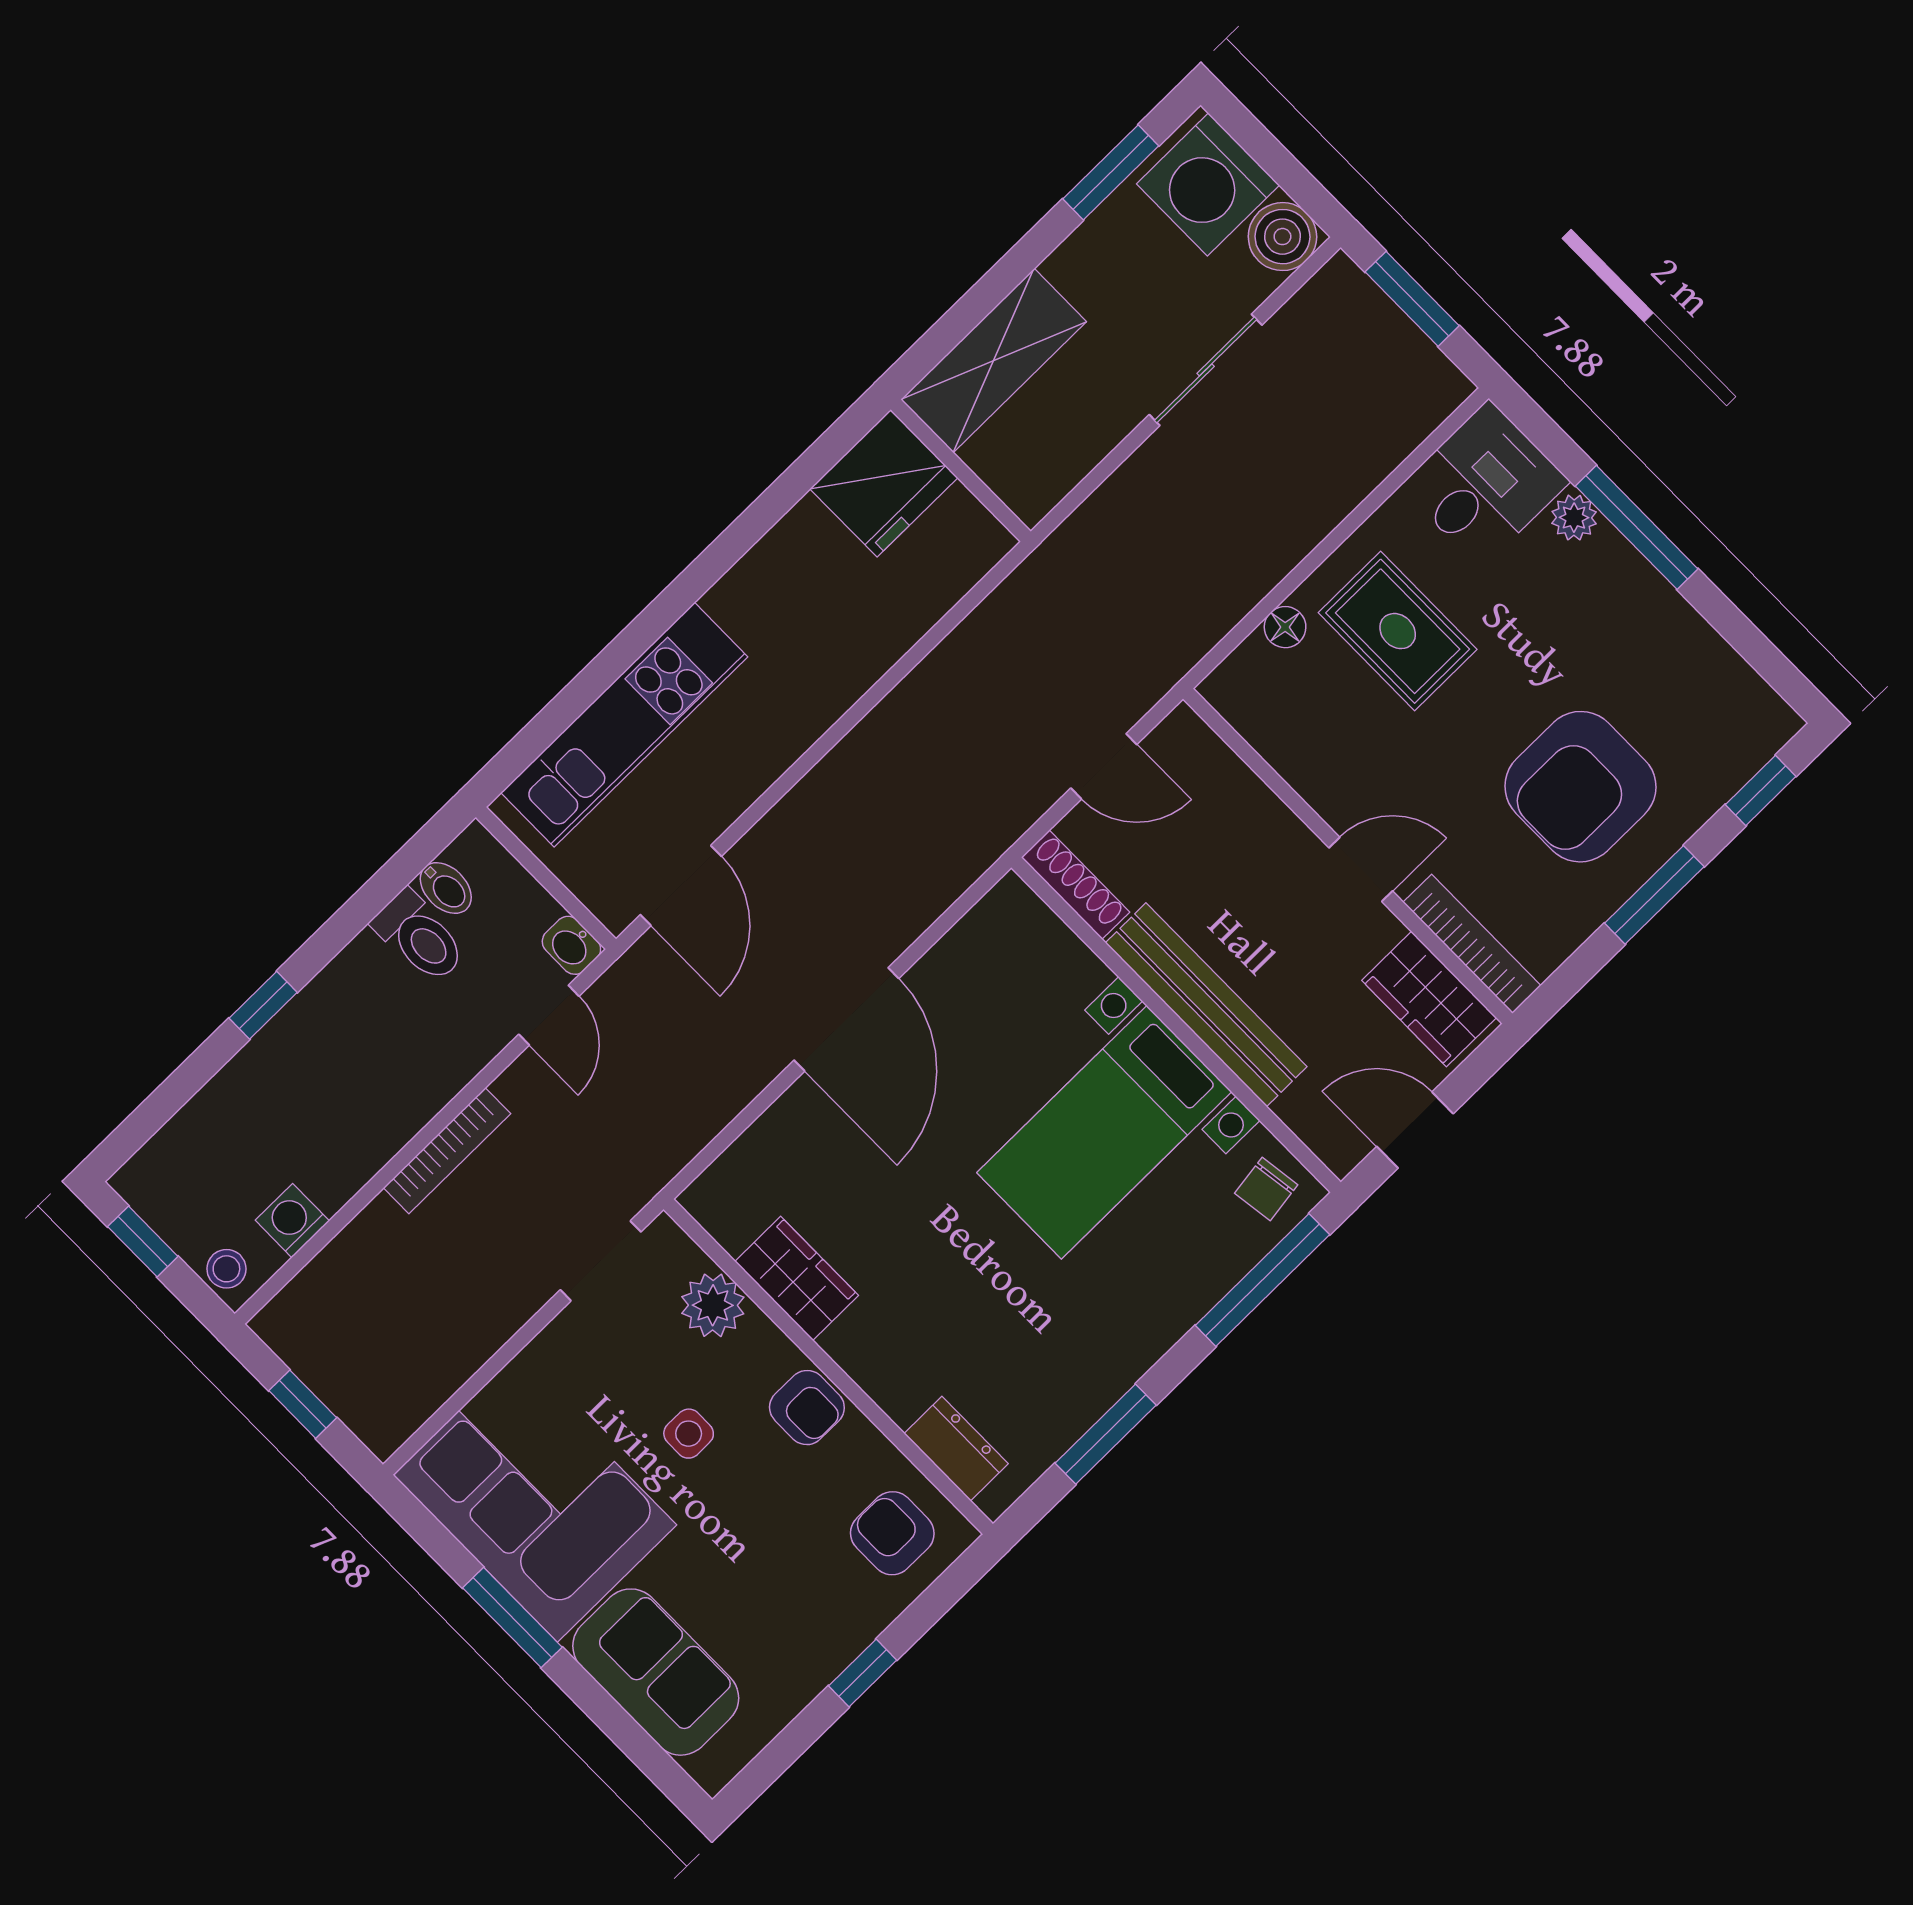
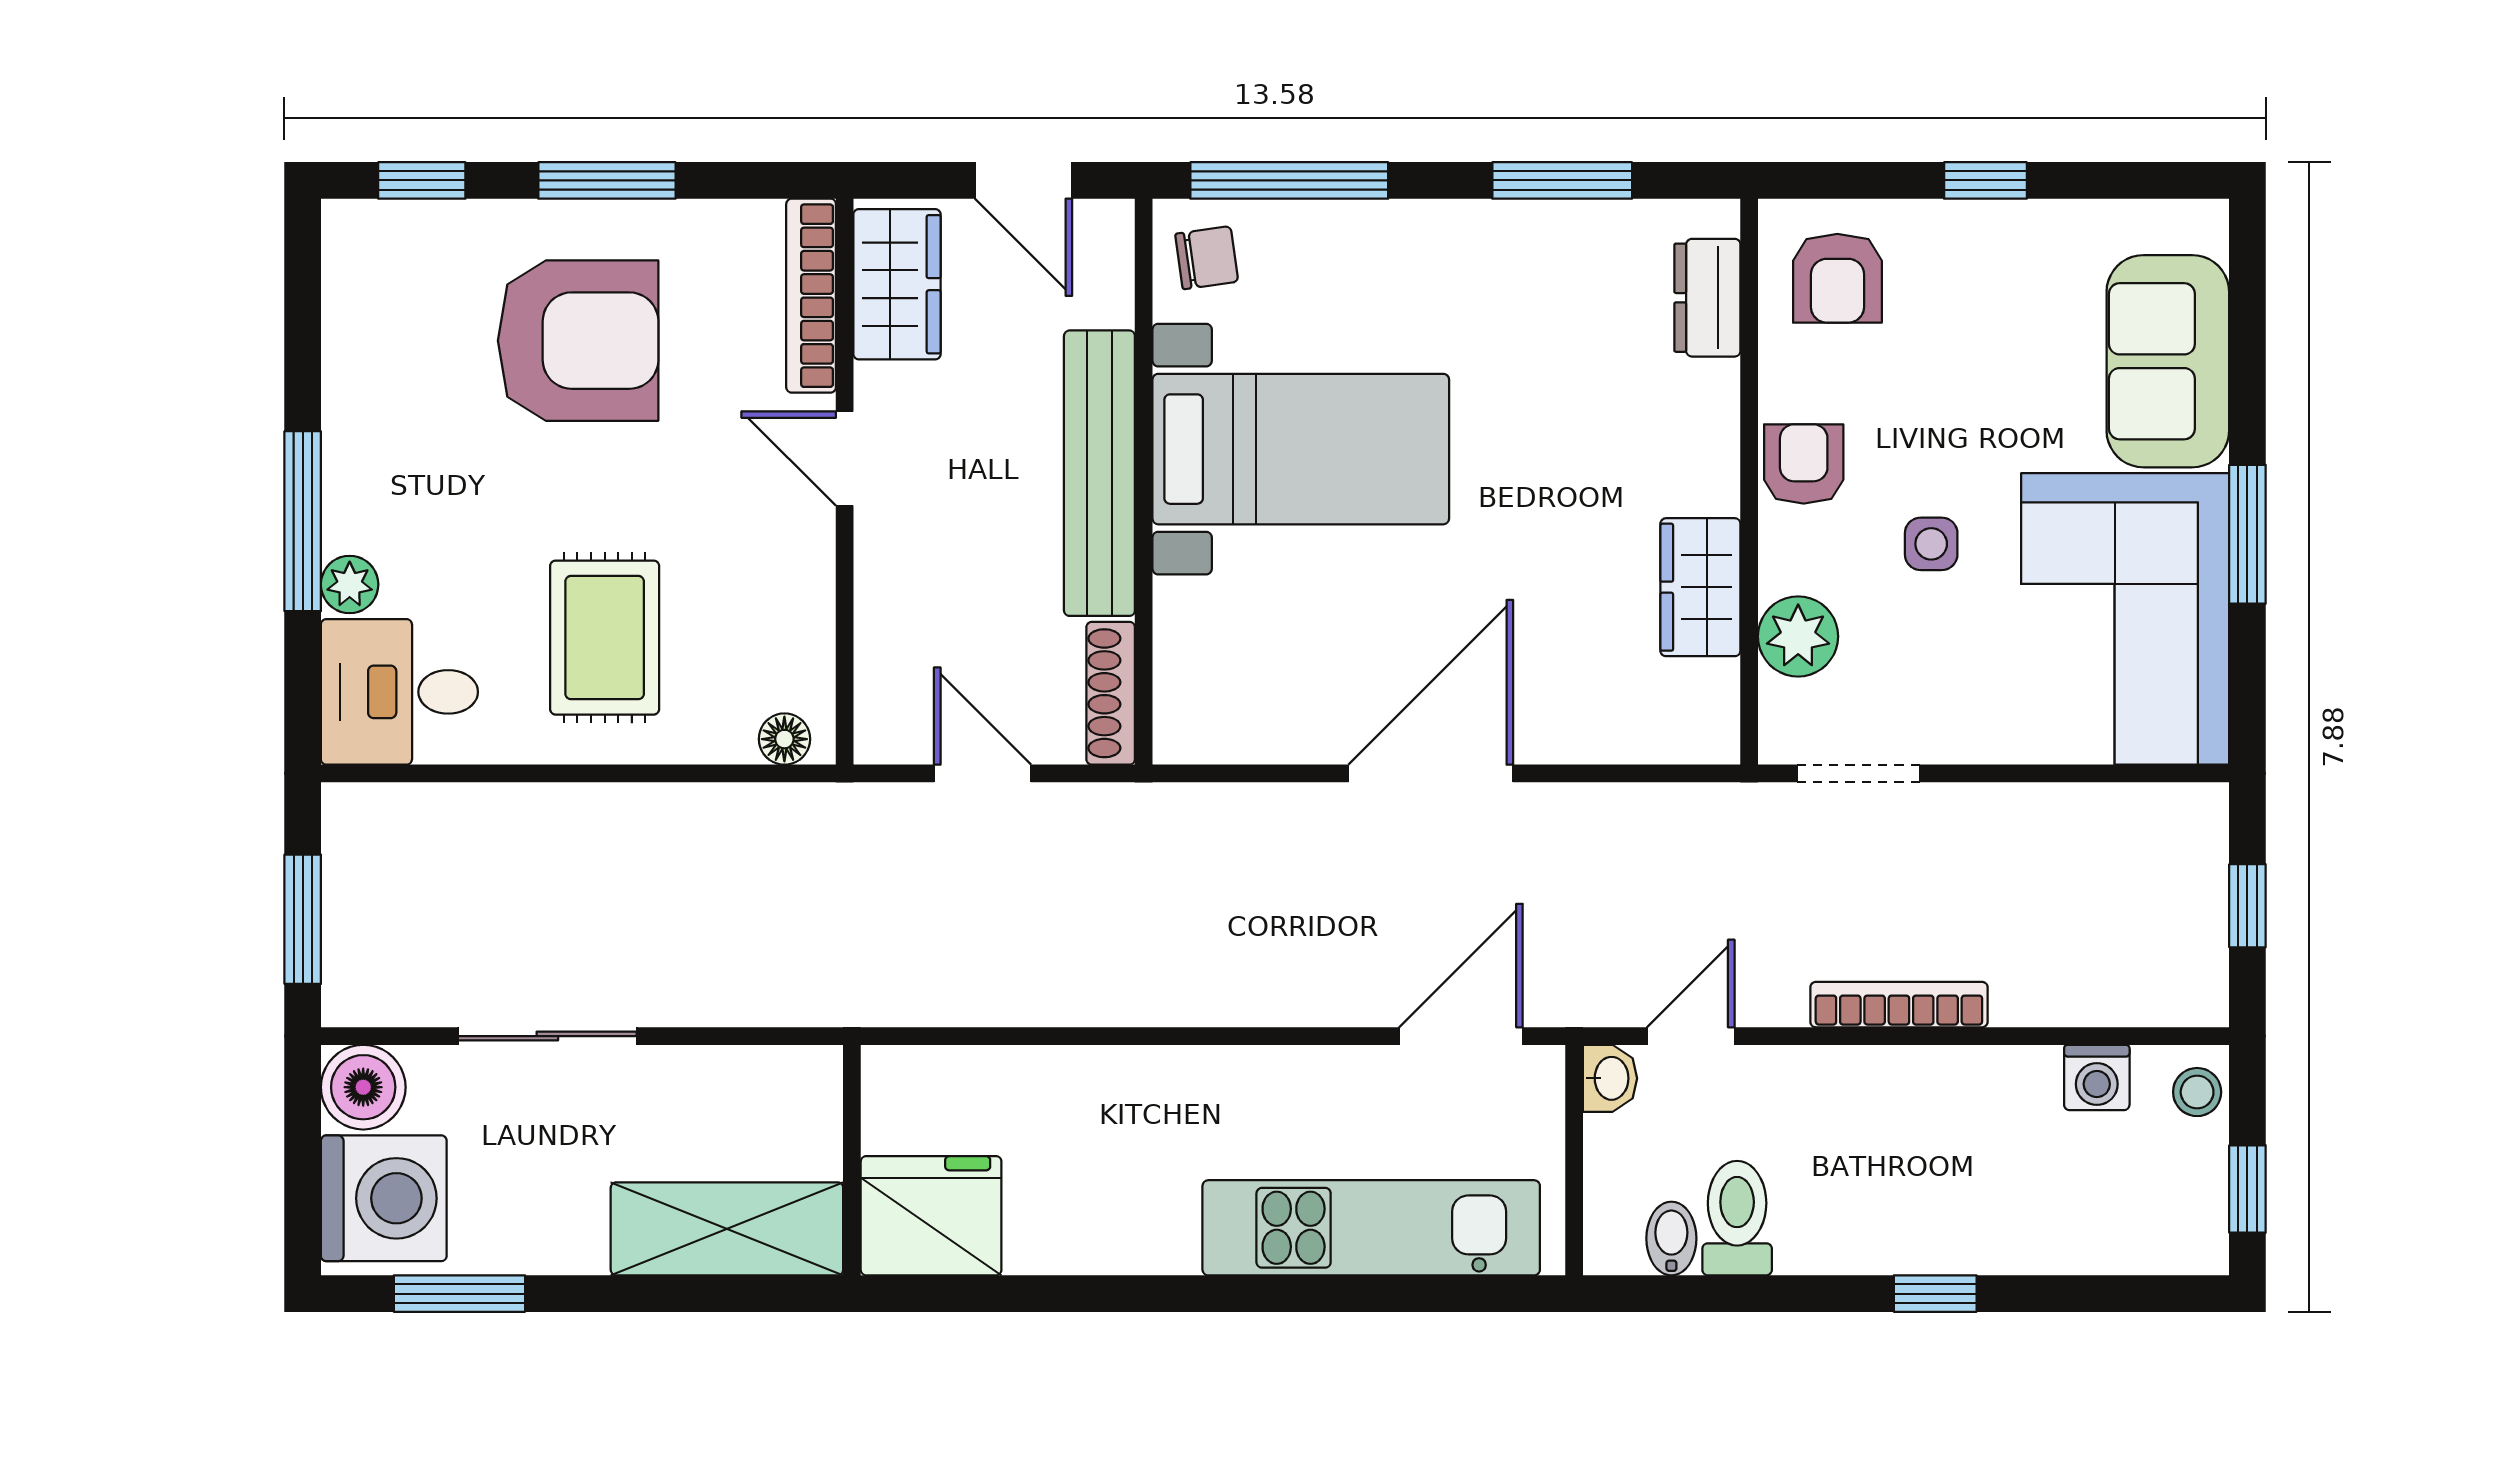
floor lamp: (1285, 627) -> (784, 739), moved

